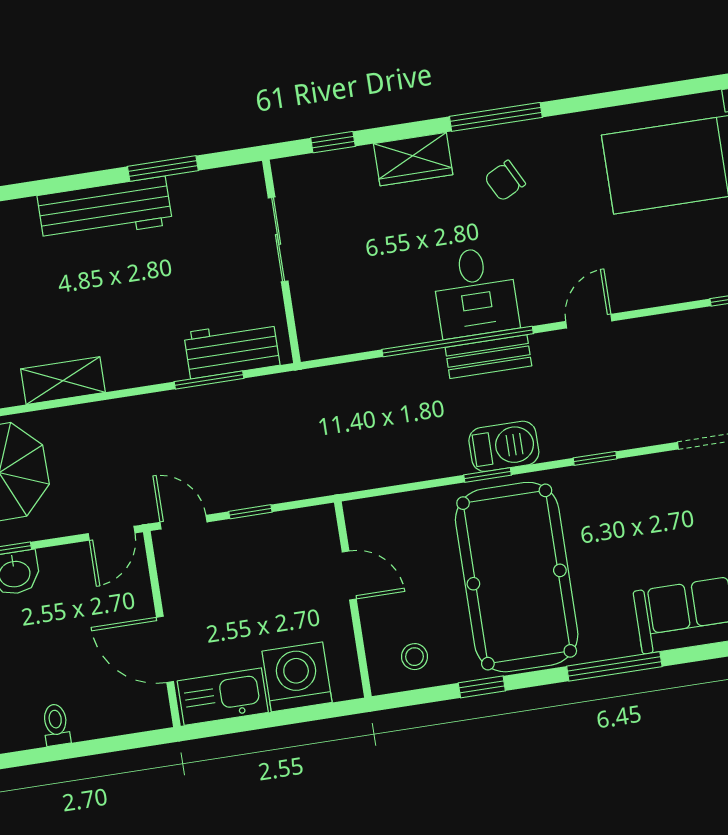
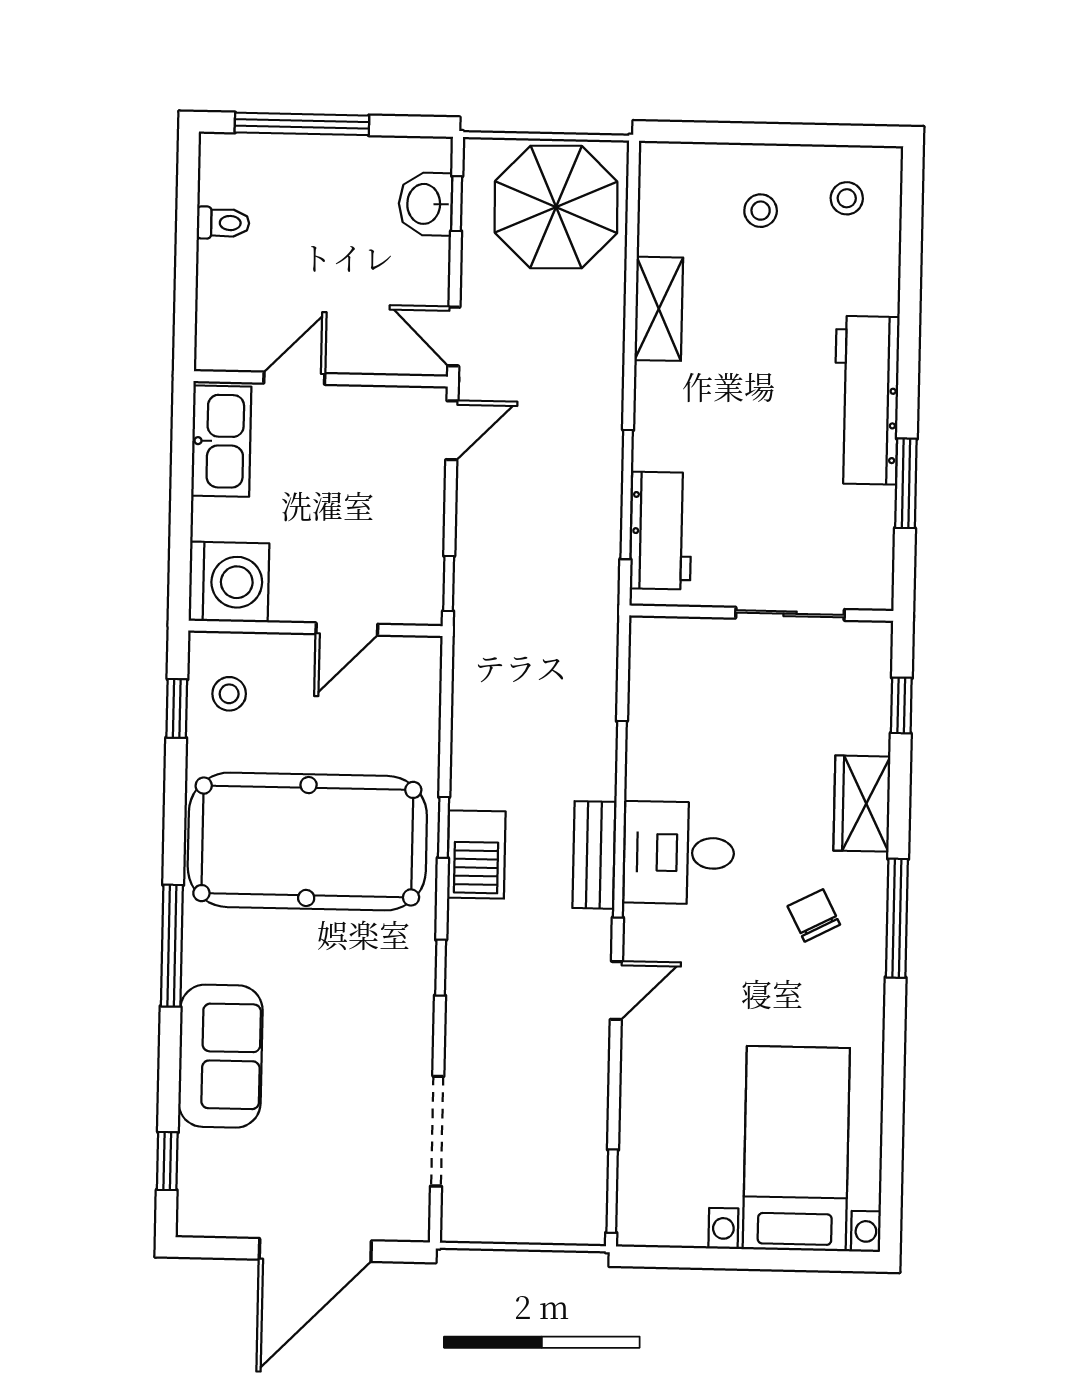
door: (589, 321) -> (616, 990), hinge flipped
window: (209, 380) -> (627, 495), width x1.44
window: (250, 512) -> (449, 583), moved
door: (165, 649) -> (294, 378), width x0.73
washing machine: (297, 677) -> (229, 582), moved
window: (482, 687) -> (177, 708), moved

